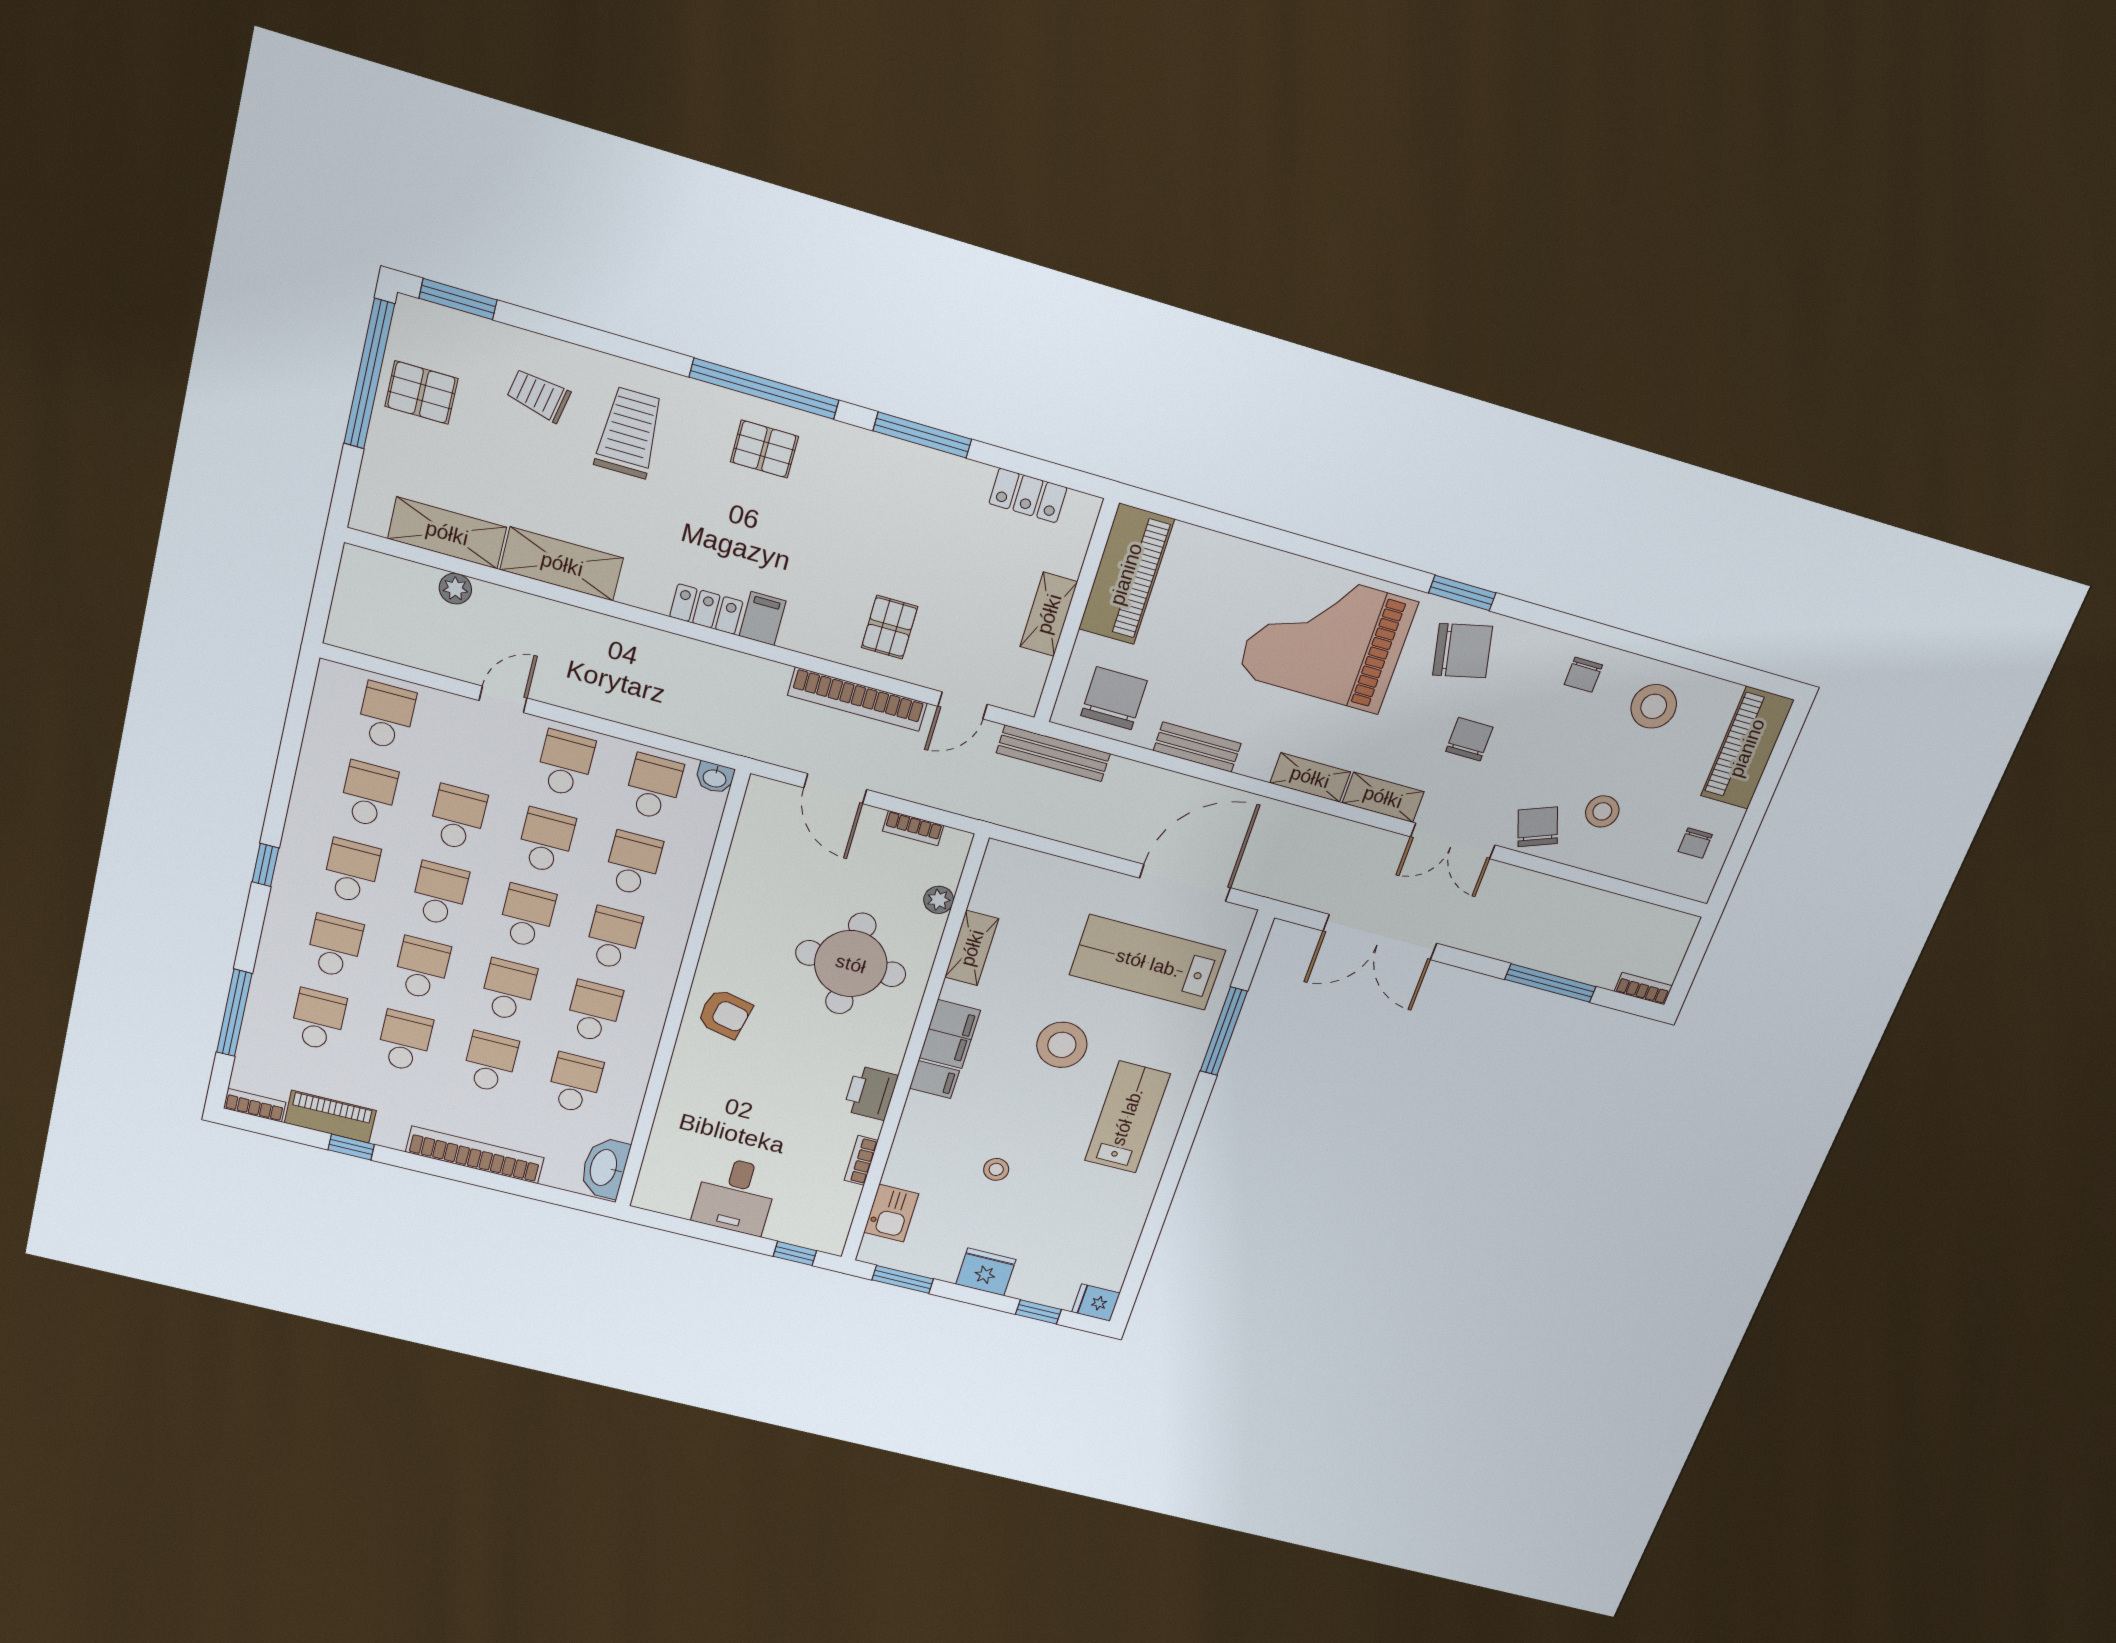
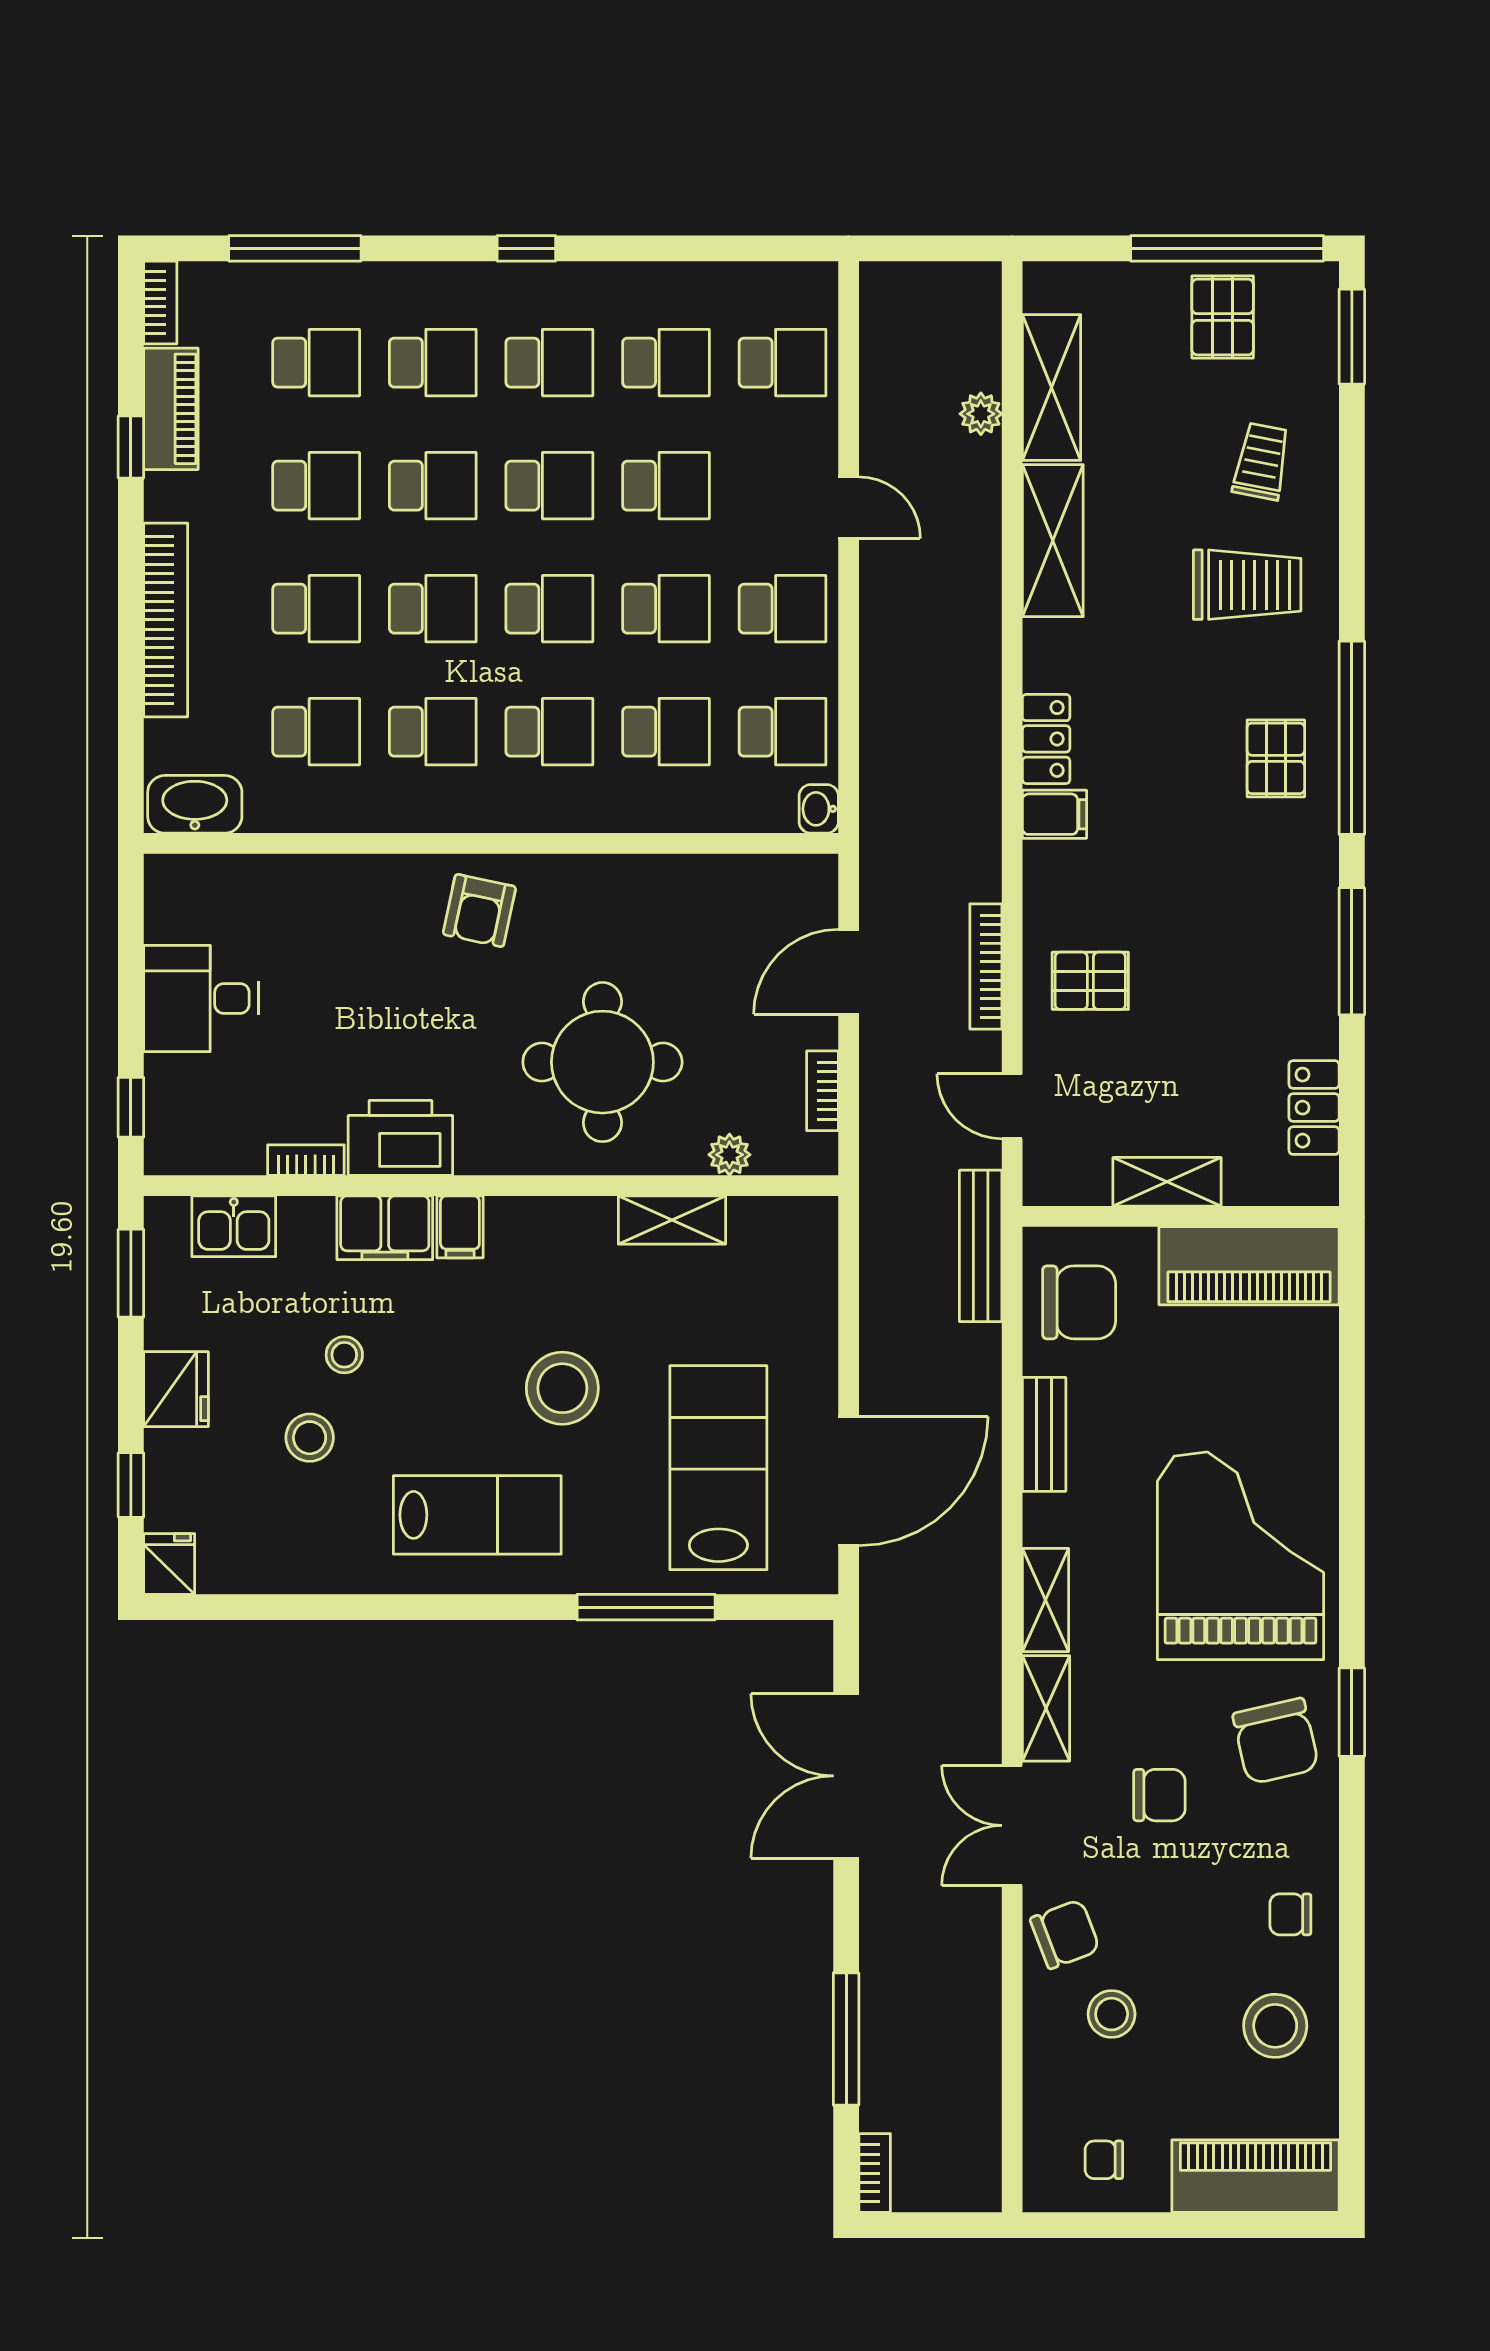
bookcase: (857, 699) -> (986, 966), width x0.68, depth x0.76
door: (1185, 883) -> (849, 1481), hinge flipped
filing cabinet: (950, 1034) -> (385, 1228), moved
printer: (871, 1093) -> (400, 1138), width x1.37, depth x1.19
stool: (1043, 1203) -> (310, 1438), added

